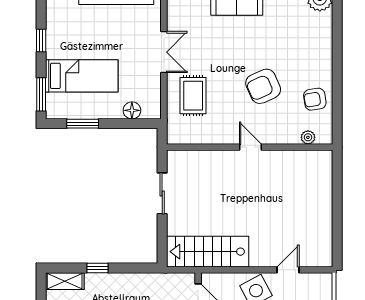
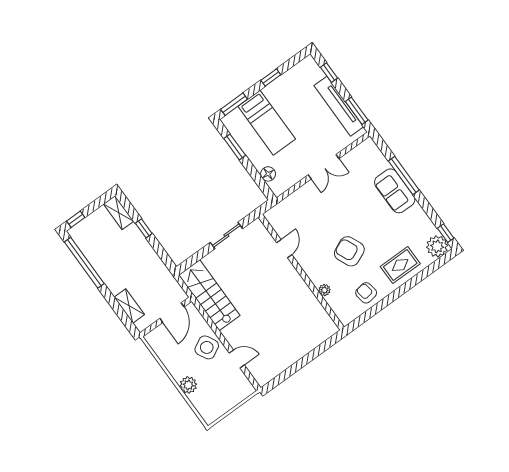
rug: (193, 96) -> (400, 265), moved
plant: (308, 137) -> (324, 290), moved
door: (250, 147) -> (284, 249), moved

